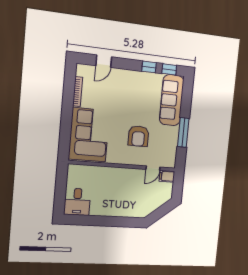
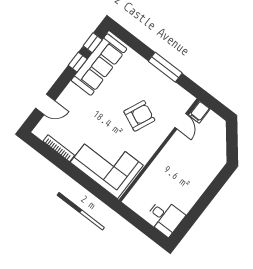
door: (104, 61) -> (45, 104), hinge flipped
sofa: (172, 100) -> (99, 65), moved, turned -90
armchair: (138, 136) -> (139, 116), turned -66

